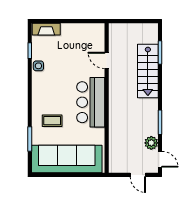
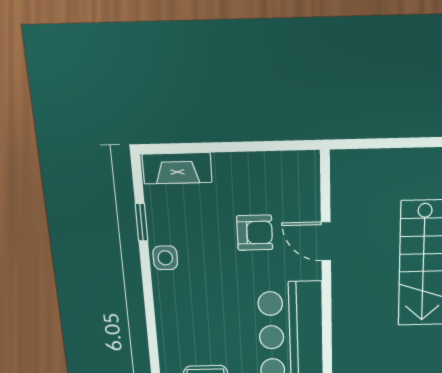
armchair: (77, 56) -> (255, 233), added

